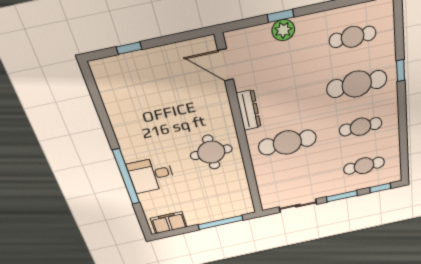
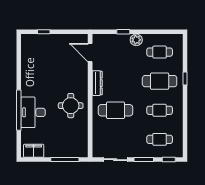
plant: (283, 30) -> (136, 40), moved
desk: (151, 175) -> (33, 112), width x1.37

